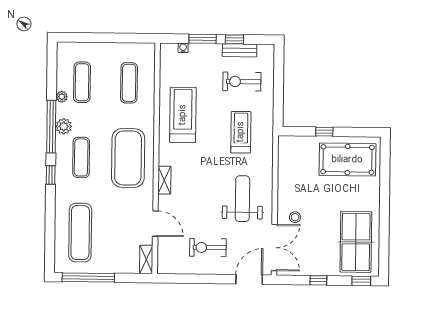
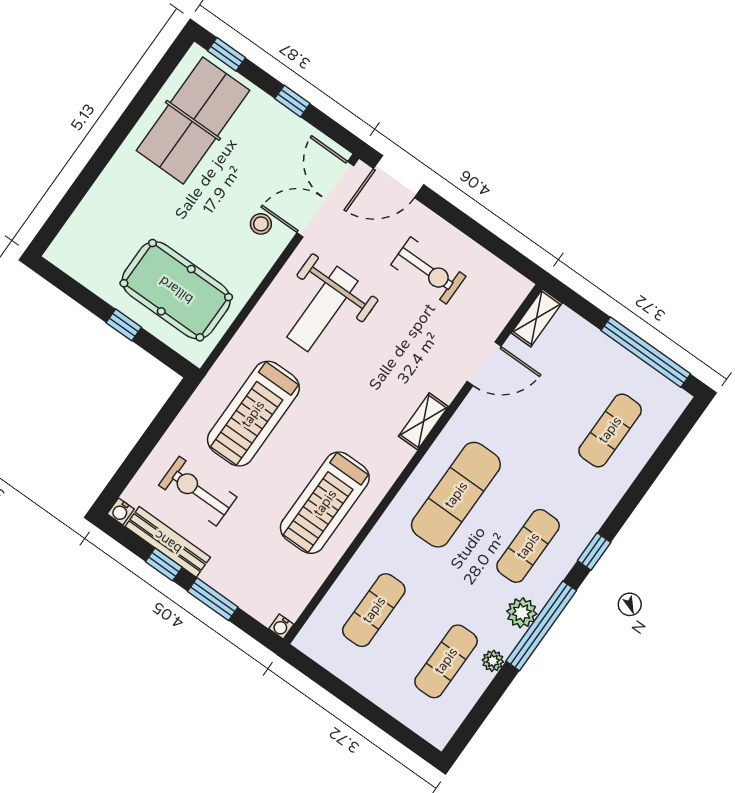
water cooler: (183, 48) -> (281, 627), moved
water cooler: (269, 49) -> (121, 511), added
bench: (240, 50) -> (168, 542), width x1.36
exercise bike: (242, 82) -> (198, 491), turned 180
treadmill: (241, 132) -> (253, 414), width x1.37, depth x1.38
exercise mat: (128, 158) -> (456, 495), width x0.68
pool table: (347, 160) -> (176, 290), moved
door: (155, 224) -> (484, 364), swing flipped
exercise mat: (80, 233) -> (610, 430), width x0.73, depth x0.69

